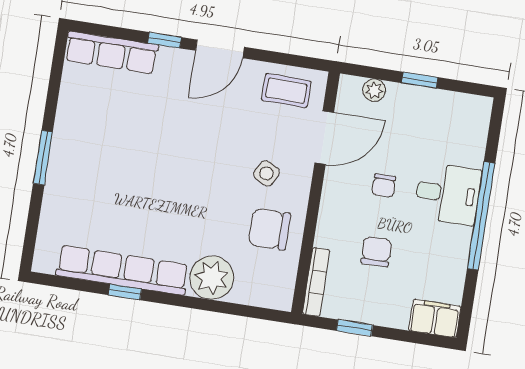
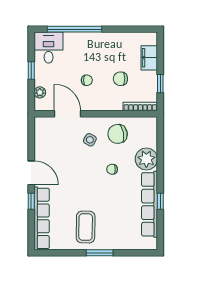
row of seats: (111, 53) -> (42, 218), width x1.36
coffee table: (286, 91) -> (86, 227), moved, width x1.36, depth x1.30
desk: (448, 194) -> (49, 48), moved
chair: (202, 208) -> (112, 169), added
window: (481, 216) -> (75, 29), moved
chair: (269, 229) -> (118, 134), turned 79
filing cabinet: (435, 318) -> (149, 58), moved

